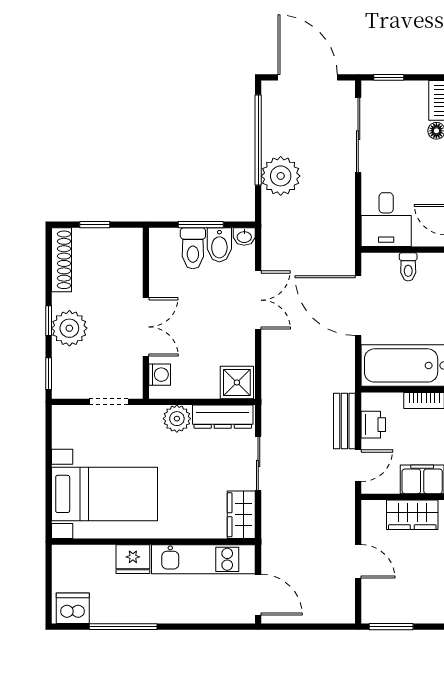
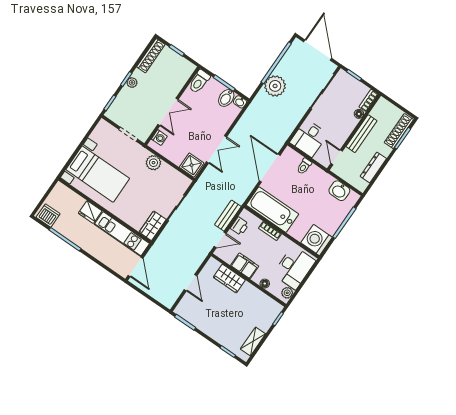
toilet: (193, 248) -> (199, 82), moved
double door: (258, 300) -> (217, 149), moved
plant: (69, 328) -> (132, 83), width x0.53, depth x0.53
dresser: (223, 417) -> (175, 176), removed

